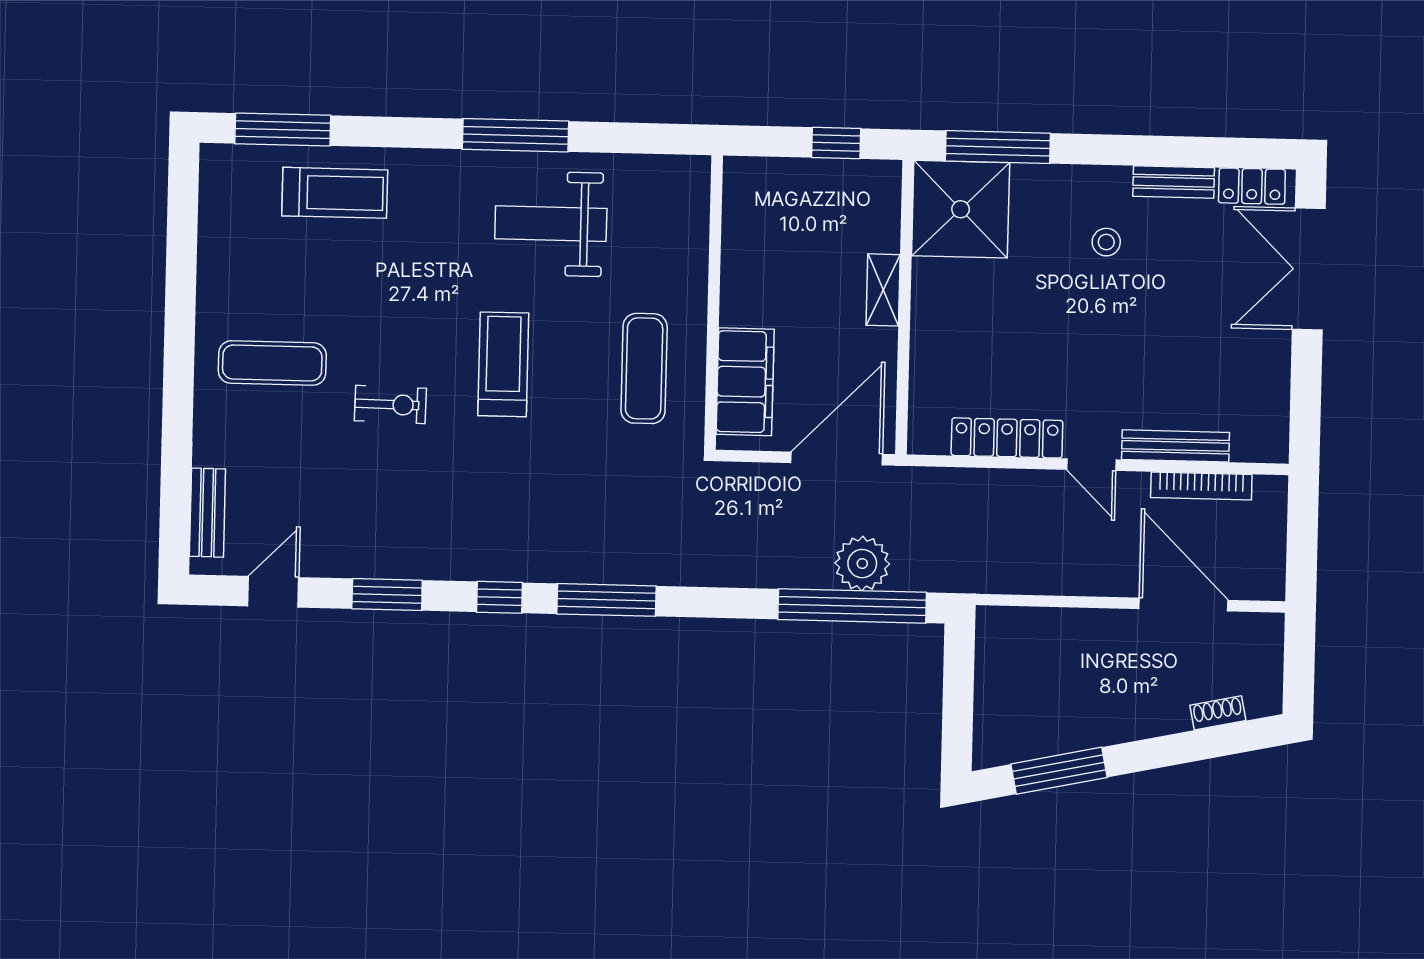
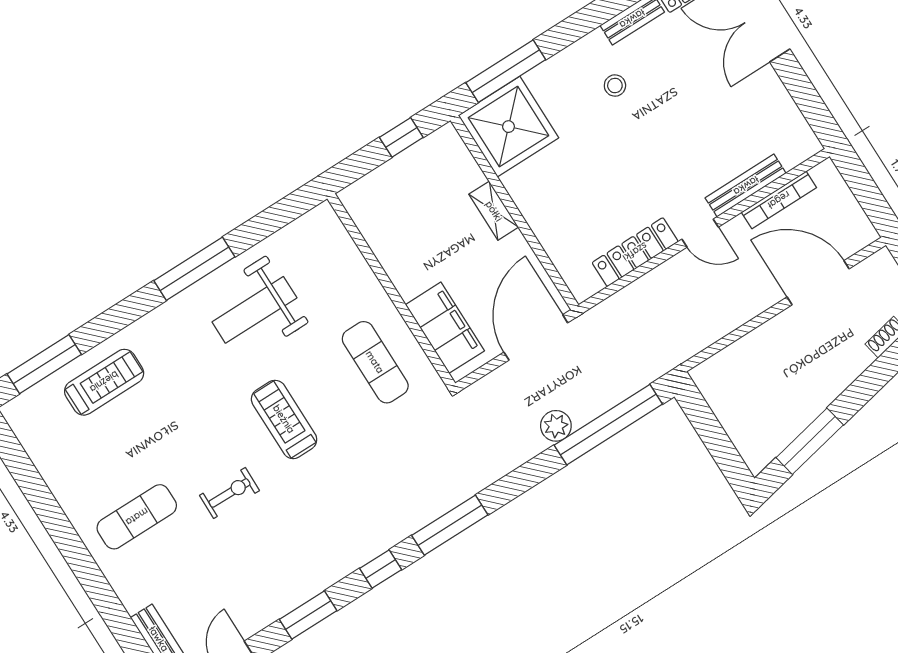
plant: (862, 564) -> (556, 426), moved, width x0.73, depth x0.73

